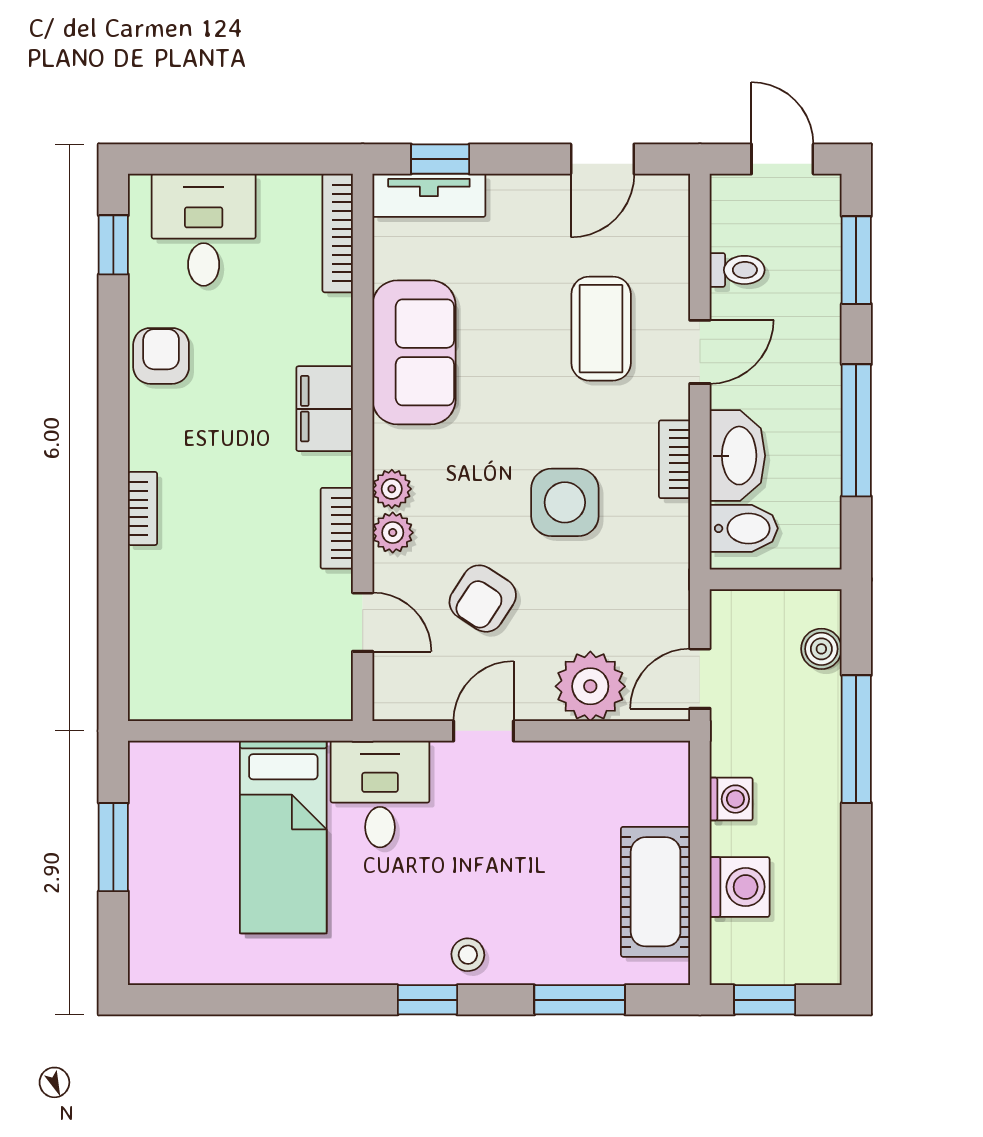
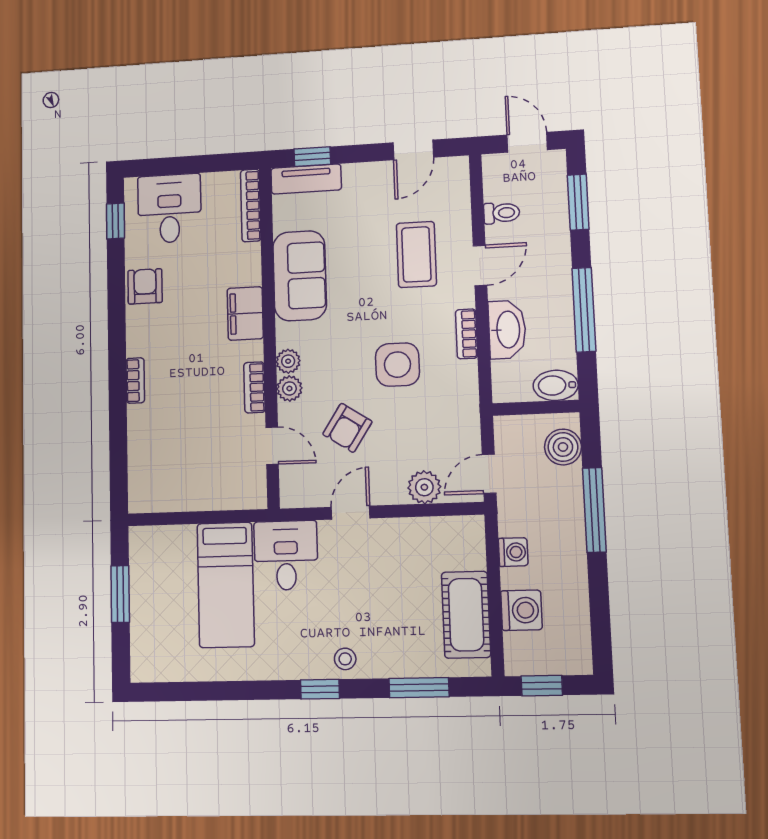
bidet: (744, 528) -> (556, 385), moved, turned 180
boiler: (821, 649) -> (563, 447), width x1.36, depth x1.36
plant: (590, 686) -> (424, 487), width x0.73, depth x0.73

